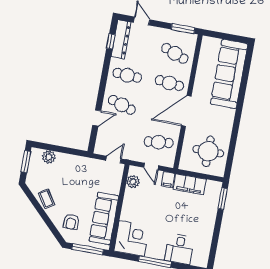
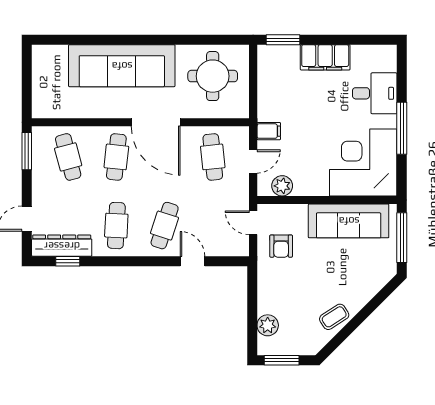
cafe table: (175, 53) -> (68, 157), turned -36
sofa: (229, 74) -> (122, 66), moved
filing cabinet: (190, 184) -> (325, 57), moved, turned 90
armchair: (71, 222) -> (281, 246), moved, turned 90
corner desk: (132, 238) -> (363, 163), width x1.36, depth x1.36

